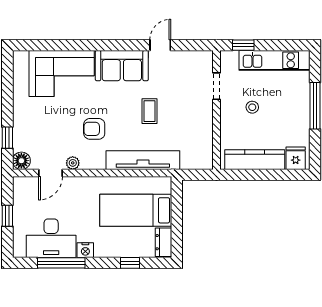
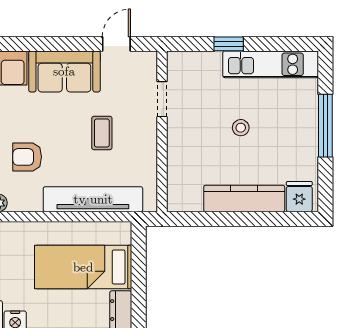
doorway: (216, 86) -> (162, 99), moved
wall: (216, 110) -> (162, 131), moved

